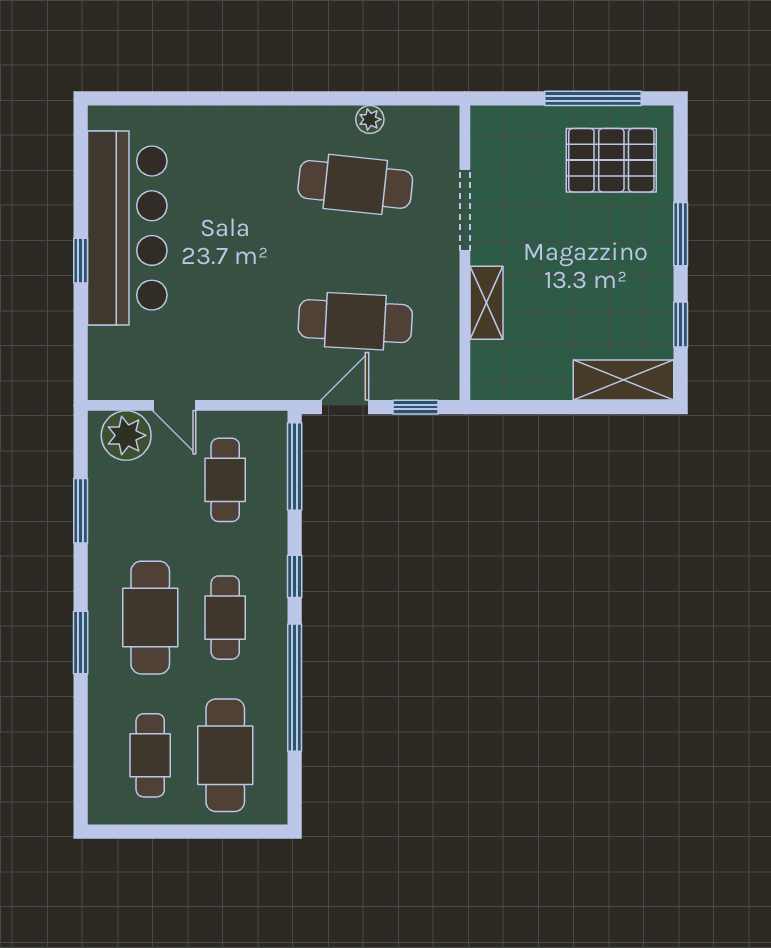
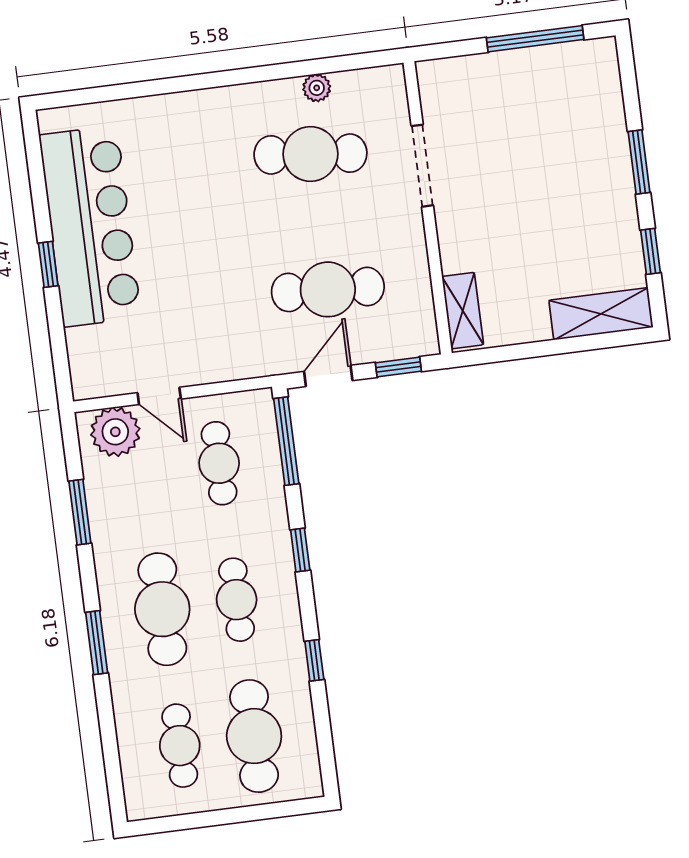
pallet: (611, 160) -> (561, 98), removed
shelving: (487, 303) -> (463, 311), moved
window: (295, 688) -> (314, 660), width x0.32

